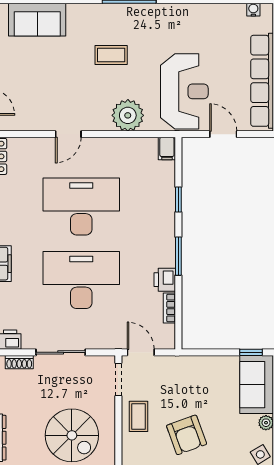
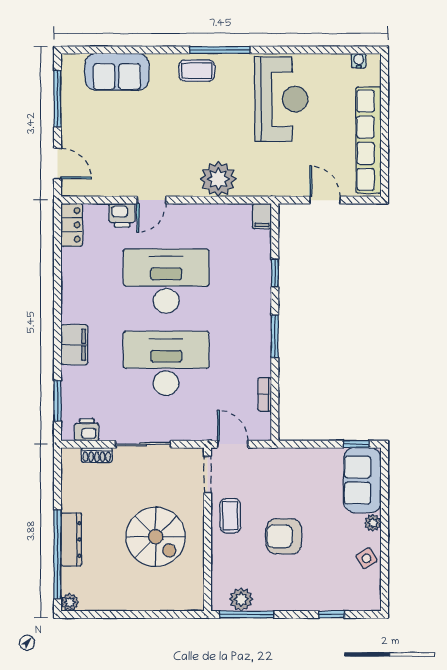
coffee table: (111, 55) -> (197, 71), moved
reception desk: (184, 91) -> (281, 99), moved
printer: (165, 280) -> (122, 215), moved, turned -90
armchair: (187, 435) -> (284, 536), turned 110

